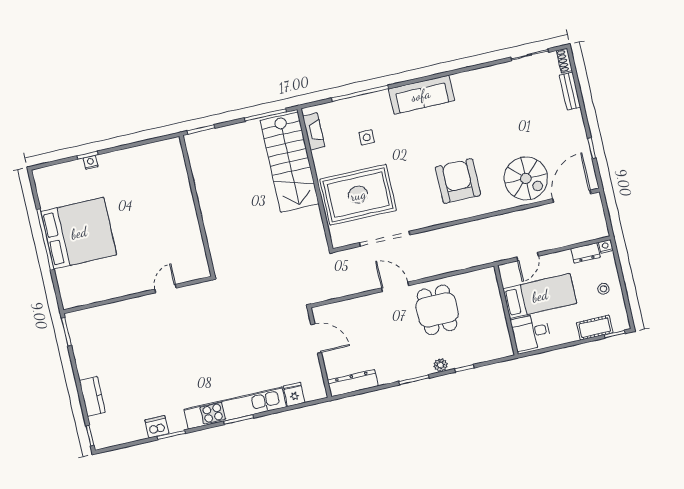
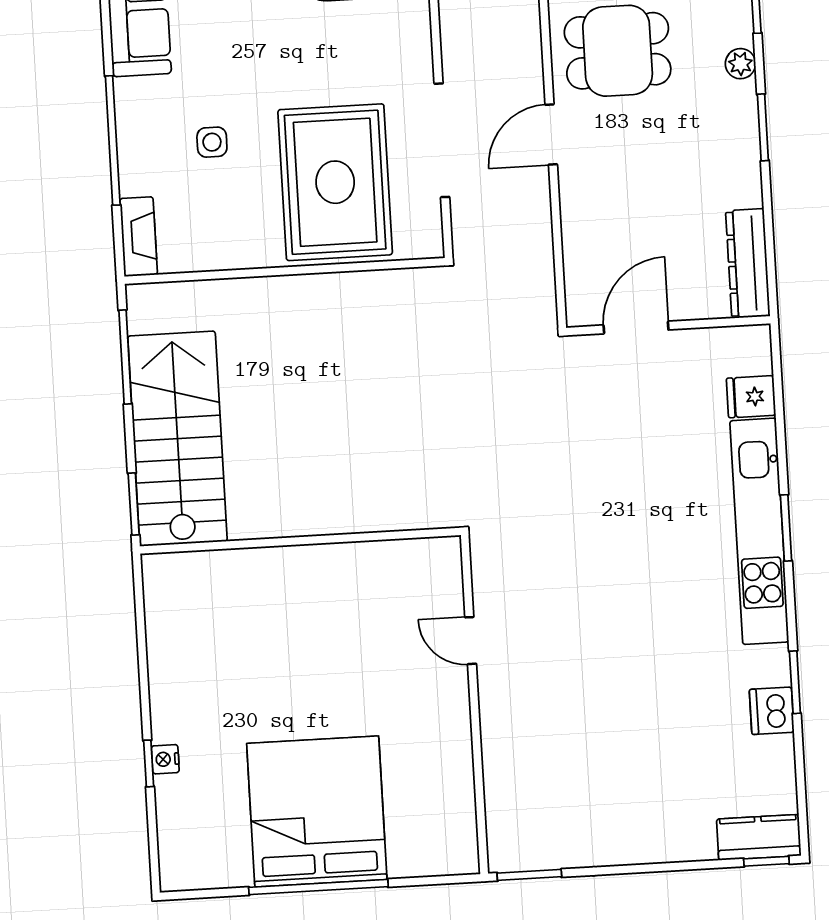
fireplace: (314, 131) -> (139, 237), moved, turned 90
stairs: (289, 162) -> (177, 439), moved, turned -90
kitchen counter: (92, 396) -> (759, 837), moved

